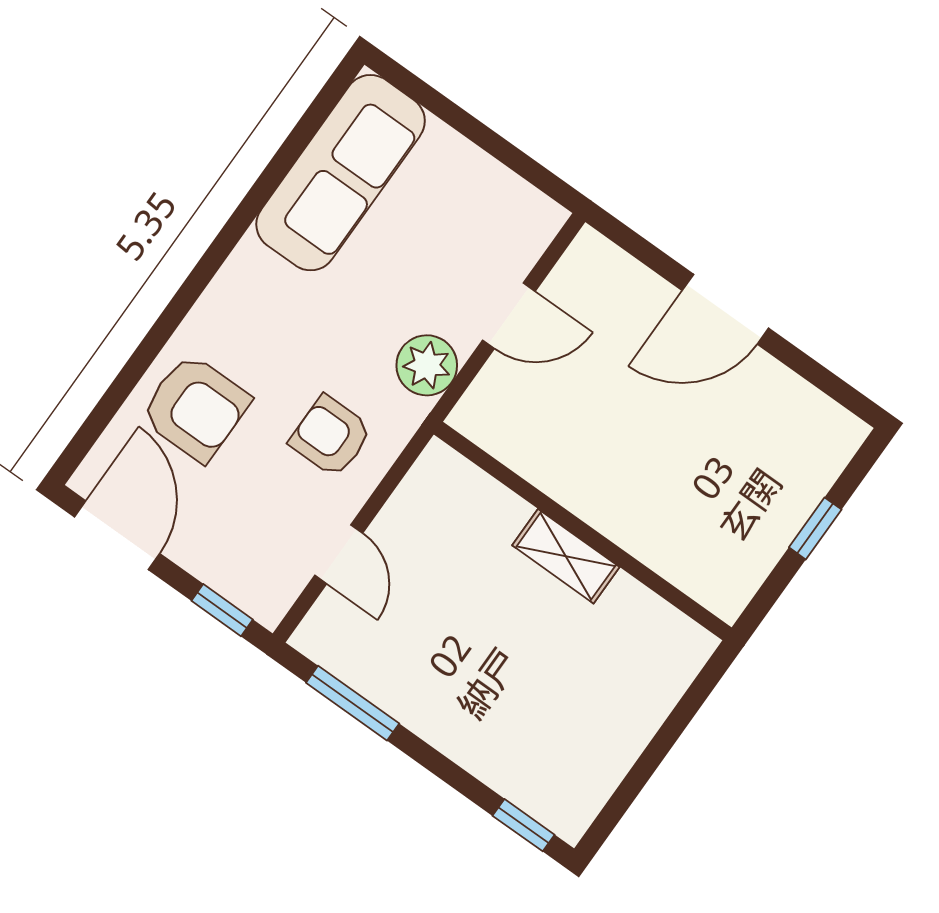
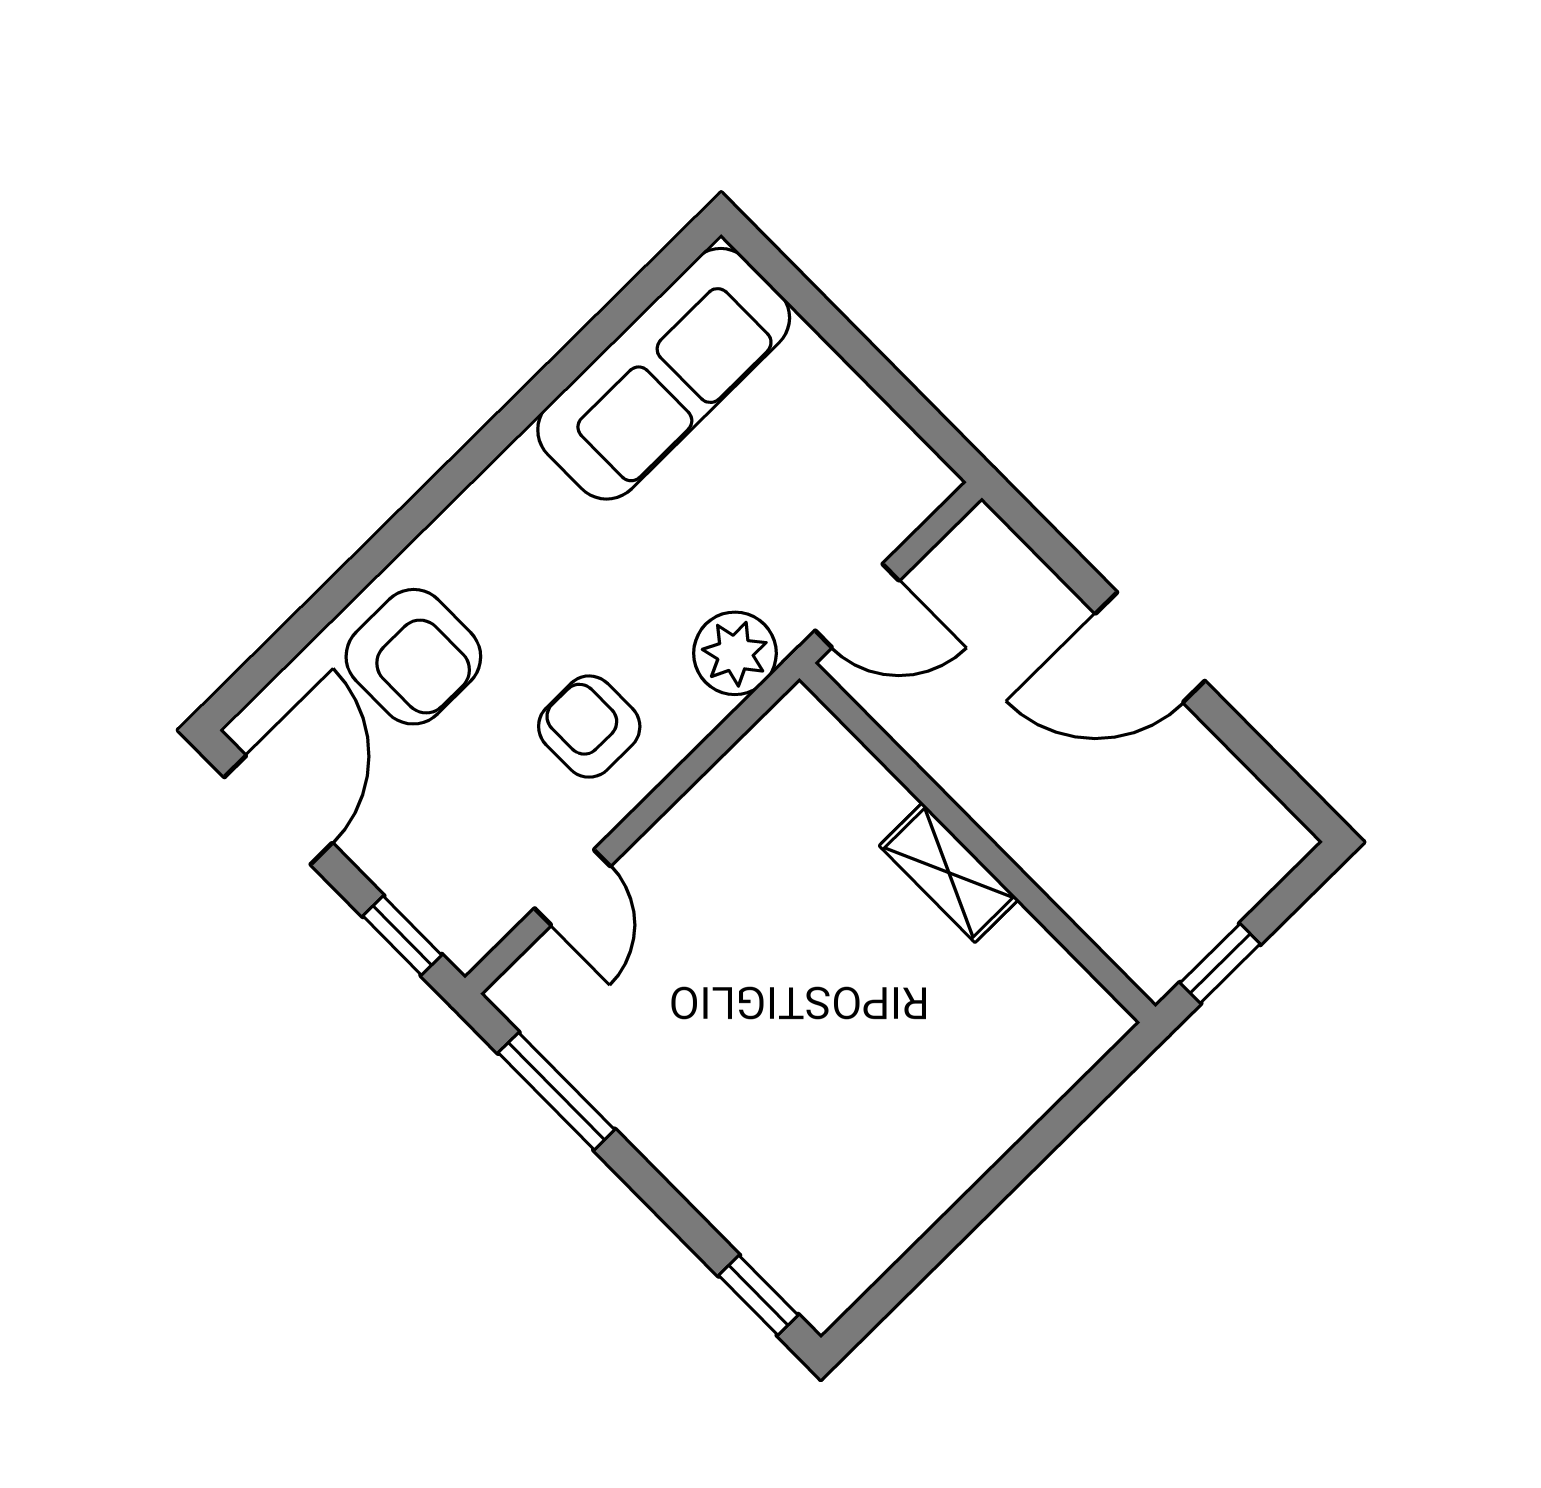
wall: (583, 531) -> (977, 843), moved
shelving: (566, 556) -> (949, 873), moved

